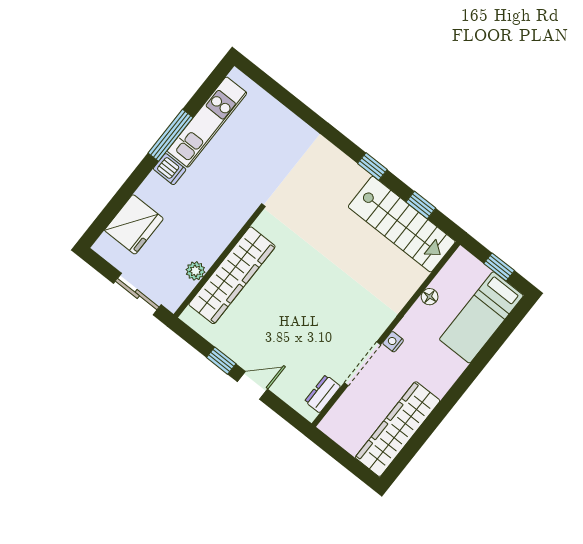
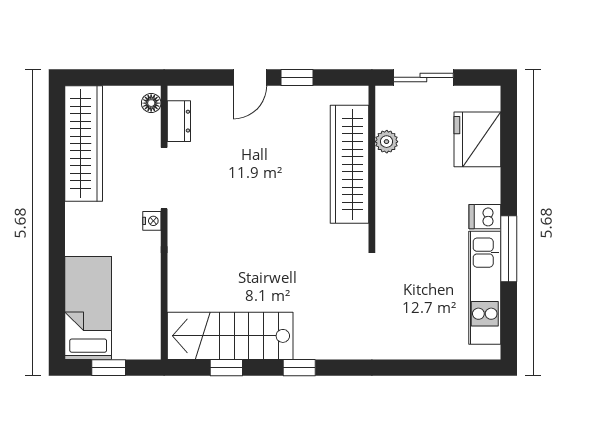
floor lamp: (430, 297) -> (151, 103), moved

